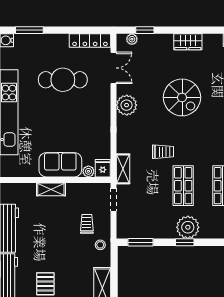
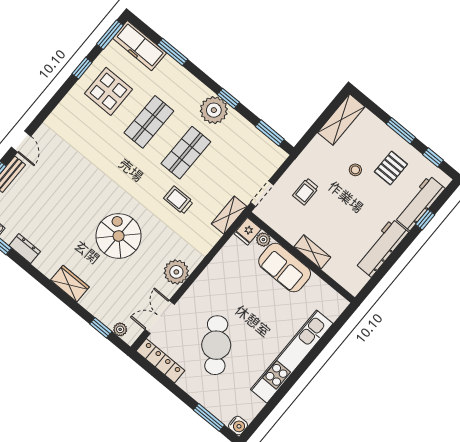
cafe table: (63, 80) -> (216, 345), turned 54
stool: (100, 245) -> (355, 170), moved

